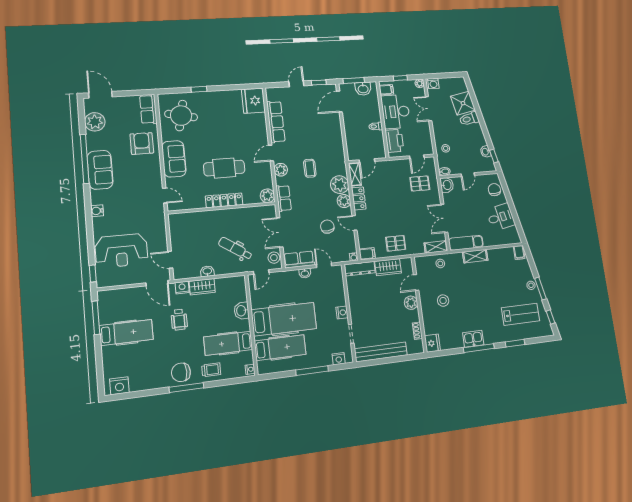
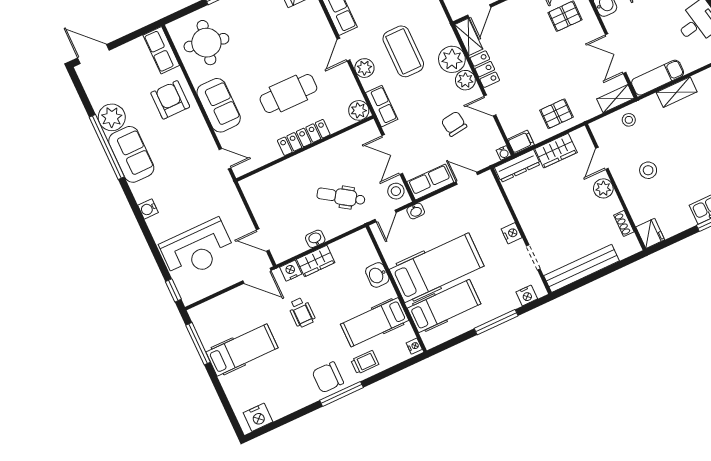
plant: (95, 122) -> (112, 117), moved
coffee table: (310, 168) -> (403, 51), width x1.86, depth x1.72
washbasin: (305, 273) -> (416, 211), moved

